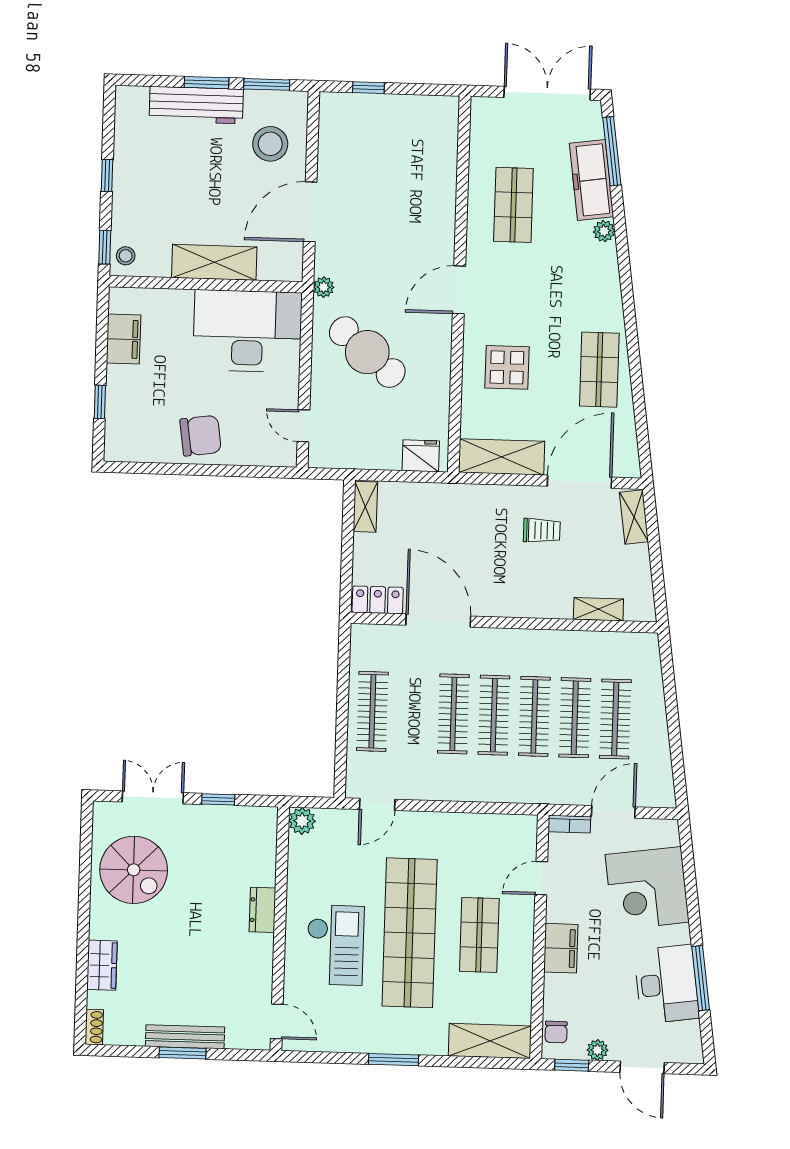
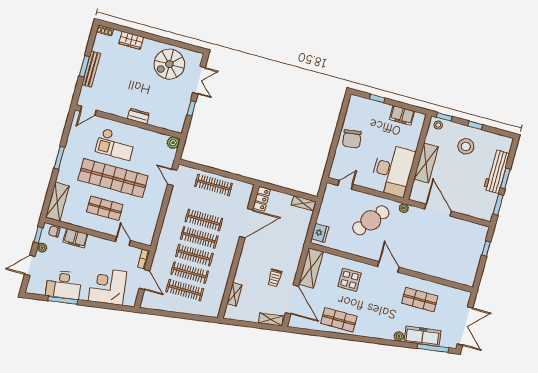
stool: (270, 144) -> (466, 146), moved
filing cabinet: (561, 948) -> (75, 238), moved

